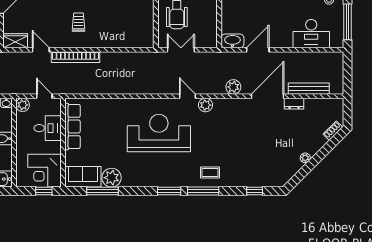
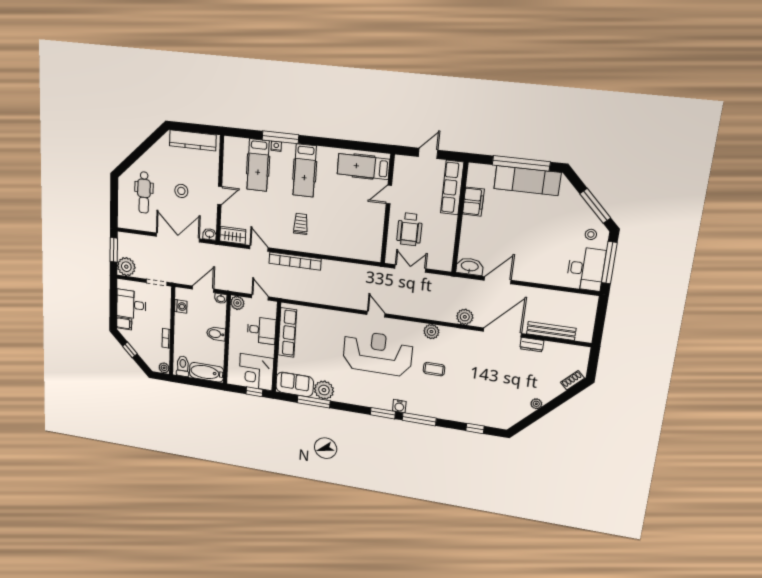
desk: (311, 34) -> (586, 269), moved, turned -90
door: (187, 96) -> (376, 314), moved
coffee table: (210, 172) -> (434, 369), moved
water cooler: (184, 181) -> (399, 406), added

